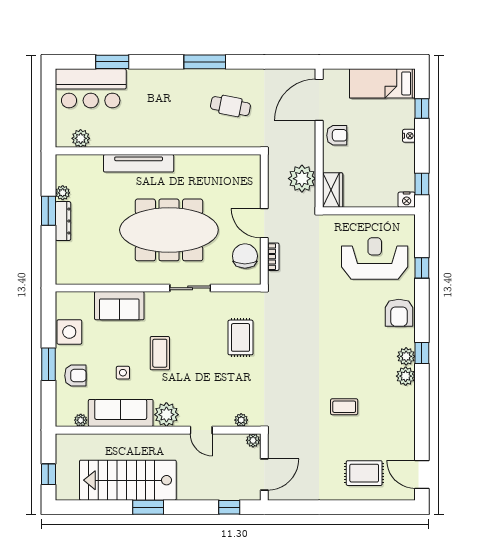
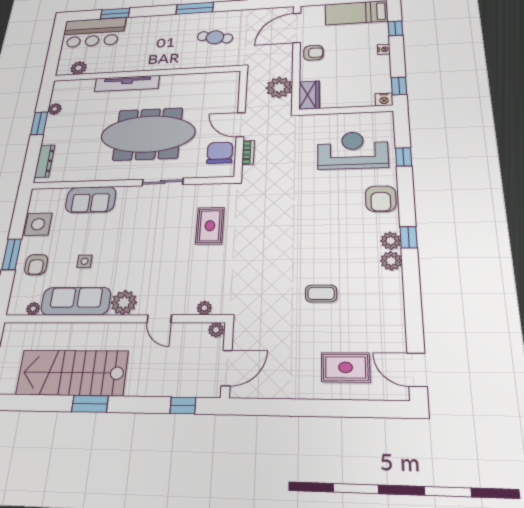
dresser: (63, 221) -> (45, 161), moved
coffee table: (160, 353) -> (125, 242), removed
armchair: (75, 376) -> (36, 265), turned 90

